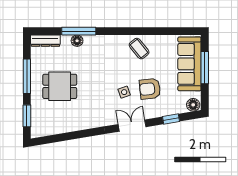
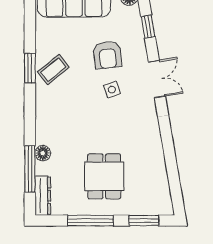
window: (79, 31) -> (30, 169), moved
window: (140, 31) -> (30, 68), added
double door: (132, 126) -> (157, 79), swing flipped

